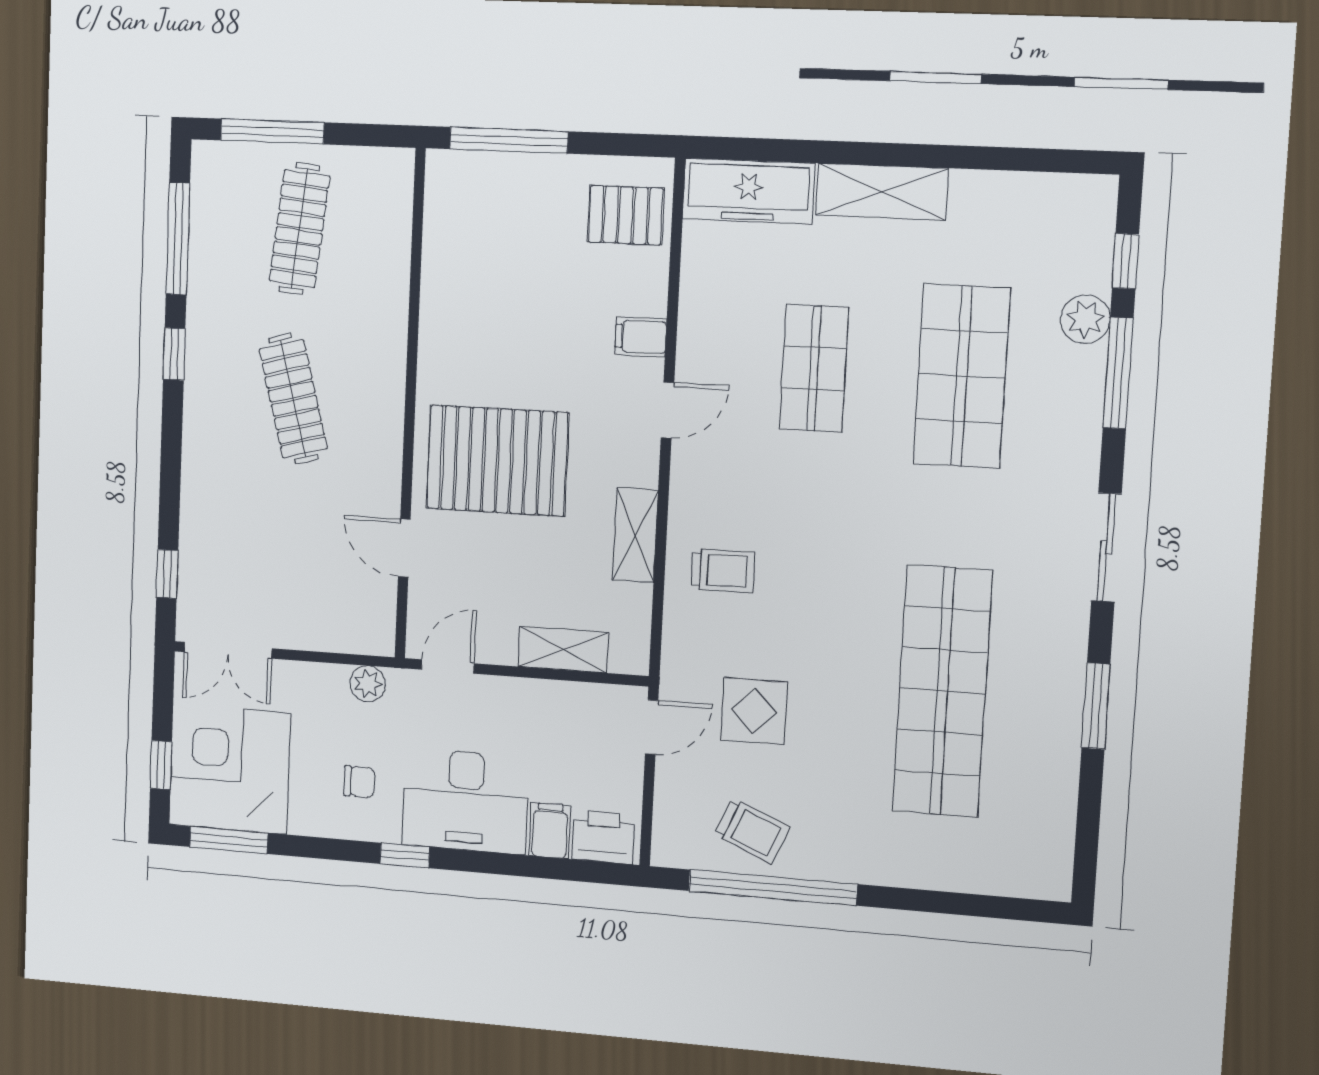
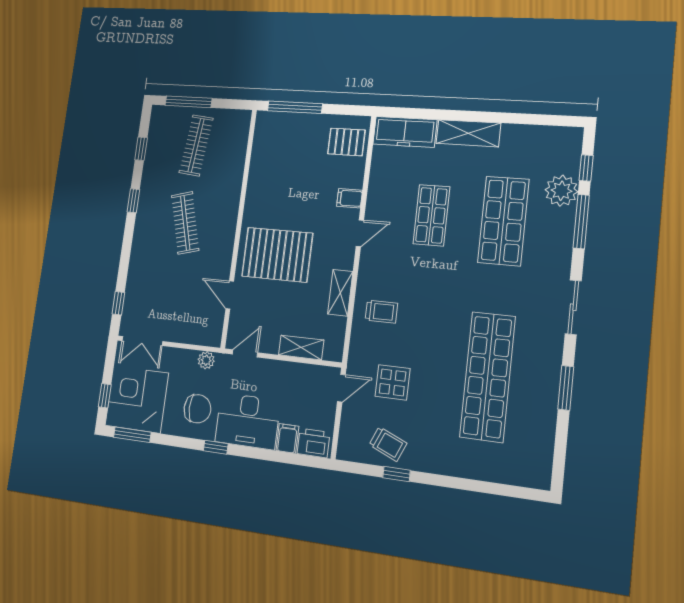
window: (178, 239) -> (141, 149), width x0.46
plant: (1085, 319) -> (561, 191), width x1.36, depth x1.36
chair: (359, 782) -> (197, 409), width x1.87, depth x1.87
window: (773, 888) -> (397, 474), width x0.32

